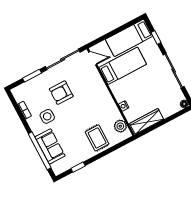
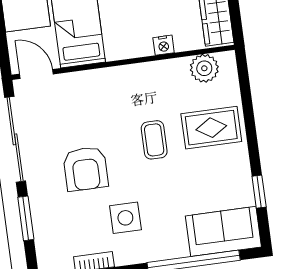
door: (93, 58) -> (36, 74), hinge flipped
coffee table: (83, 116) -> (154, 140), added
sofa: (50, 146) -> (223, 231), moved

